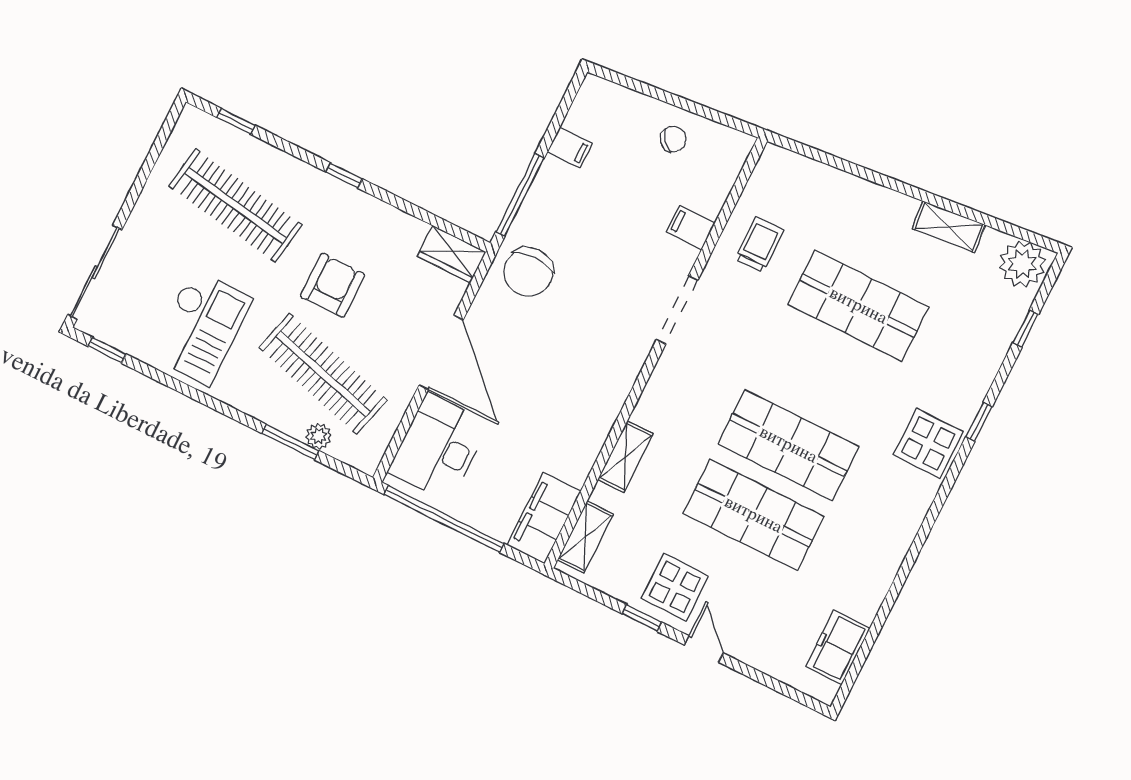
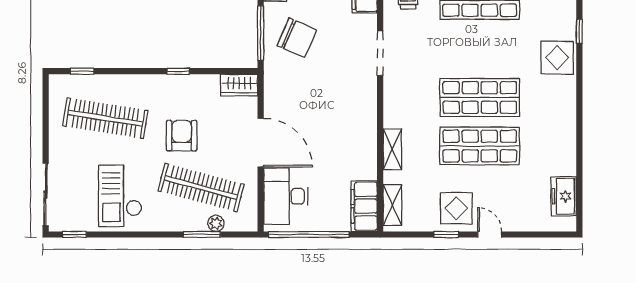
window: (344, 175) -> (178, 71), moved
chair: (528, 272) -> (297, 38), moved, turned -66
checkout: (201, 327) -> (120, 196), turned 180

